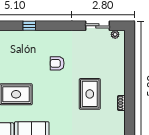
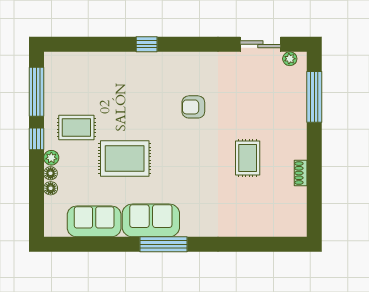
window: (130, 57) -> (314, 97), added
rug: (90, 94) -> (248, 158), width x0.73, depth x0.70

